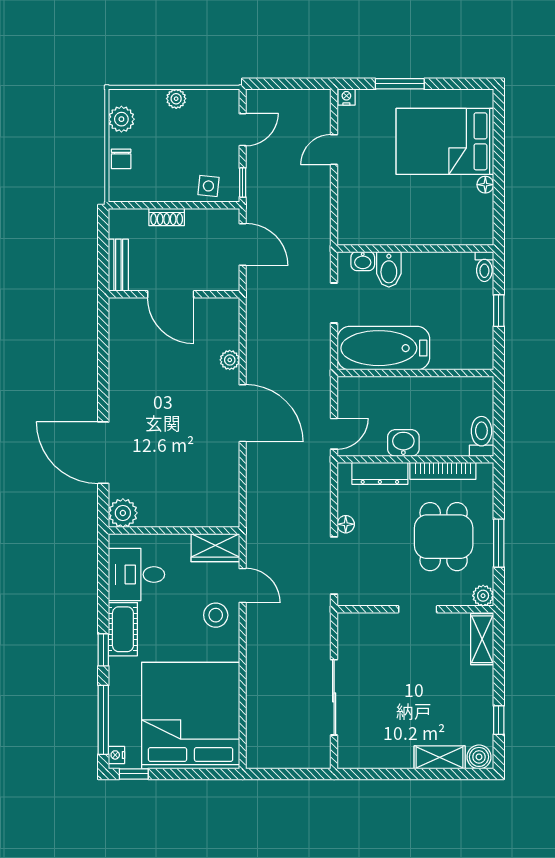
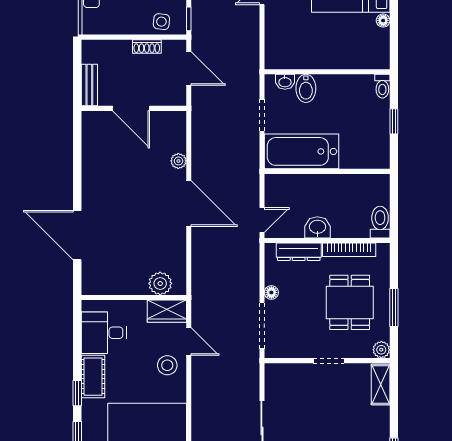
shoe rack: (167, 217) -> (147, 46), moved
plant: (123, 513) -> (160, 283), moved

